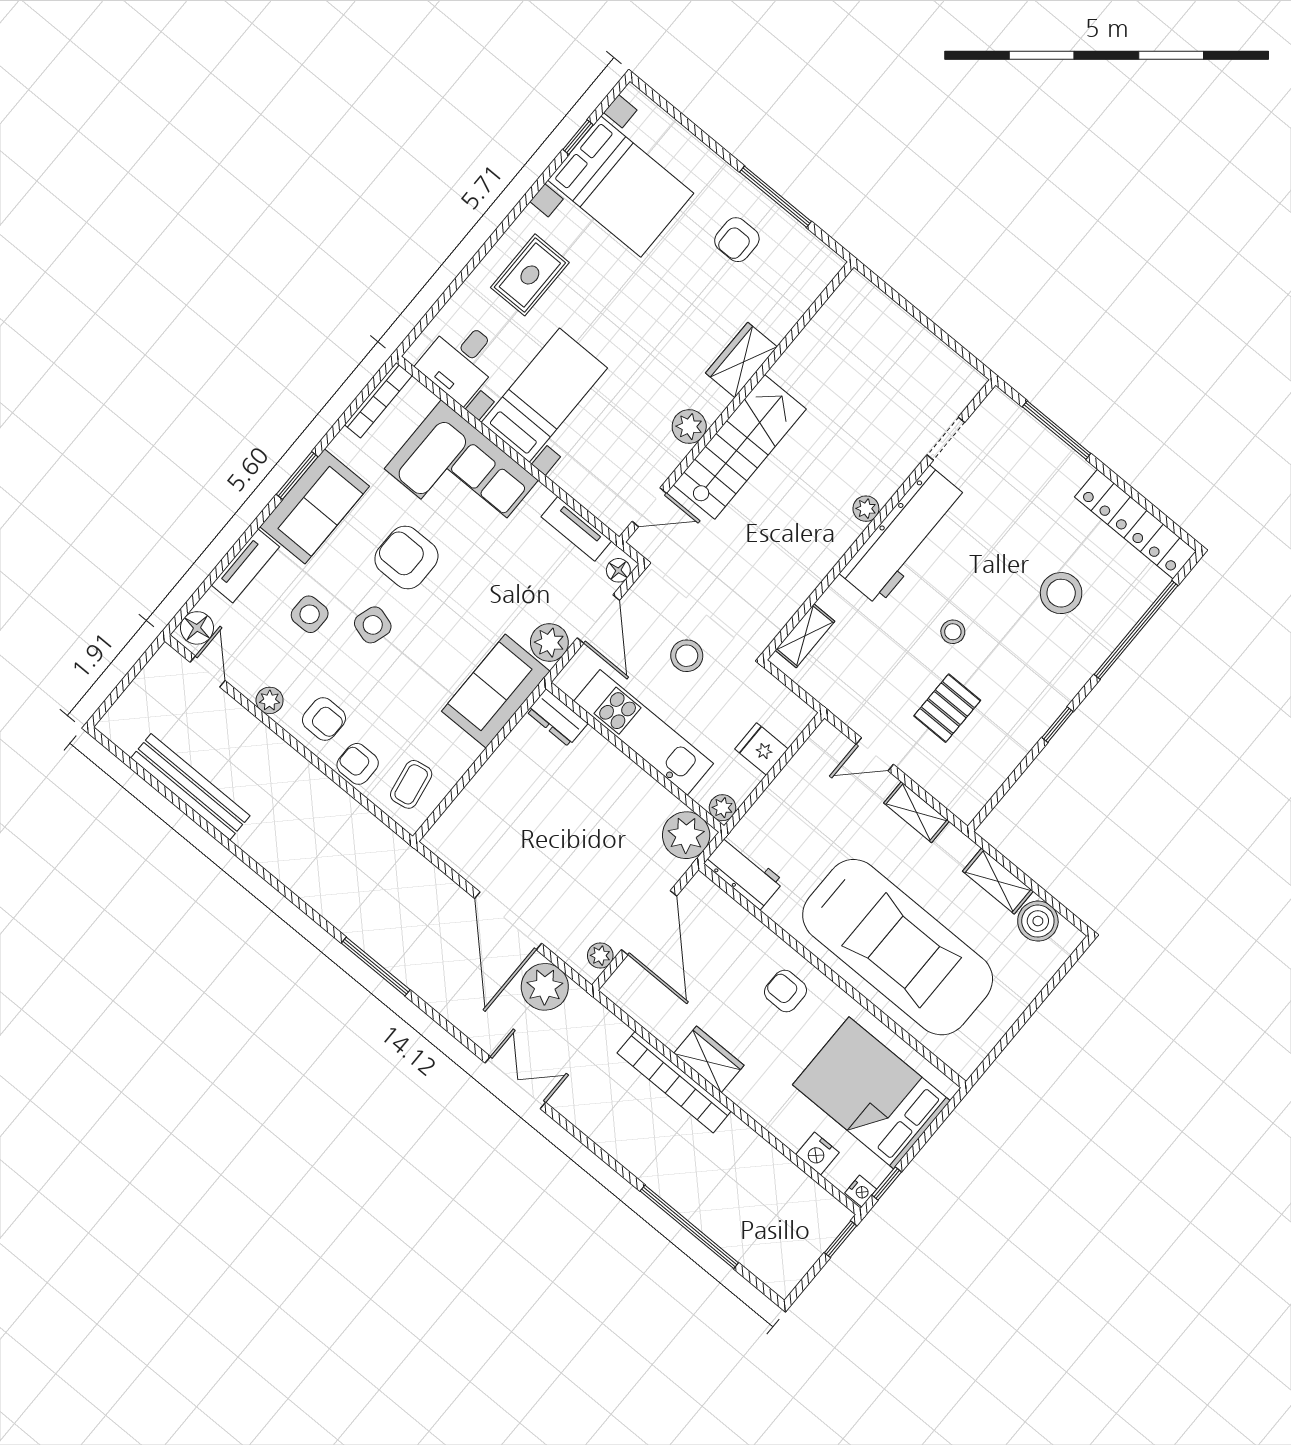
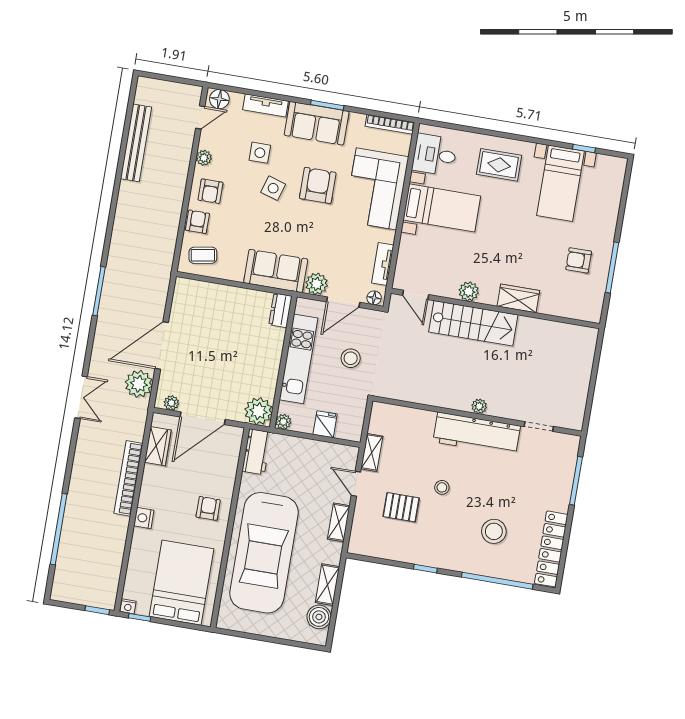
bed with nightstands: (621, 187) -> (561, 183), width x0.73
shelving: (805, 636) -> (372, 452), moved, turned 90
wardrobe: (709, 1059) -> (158, 446), moved
nightstand: (818, 1154) -> (144, 518), moved

